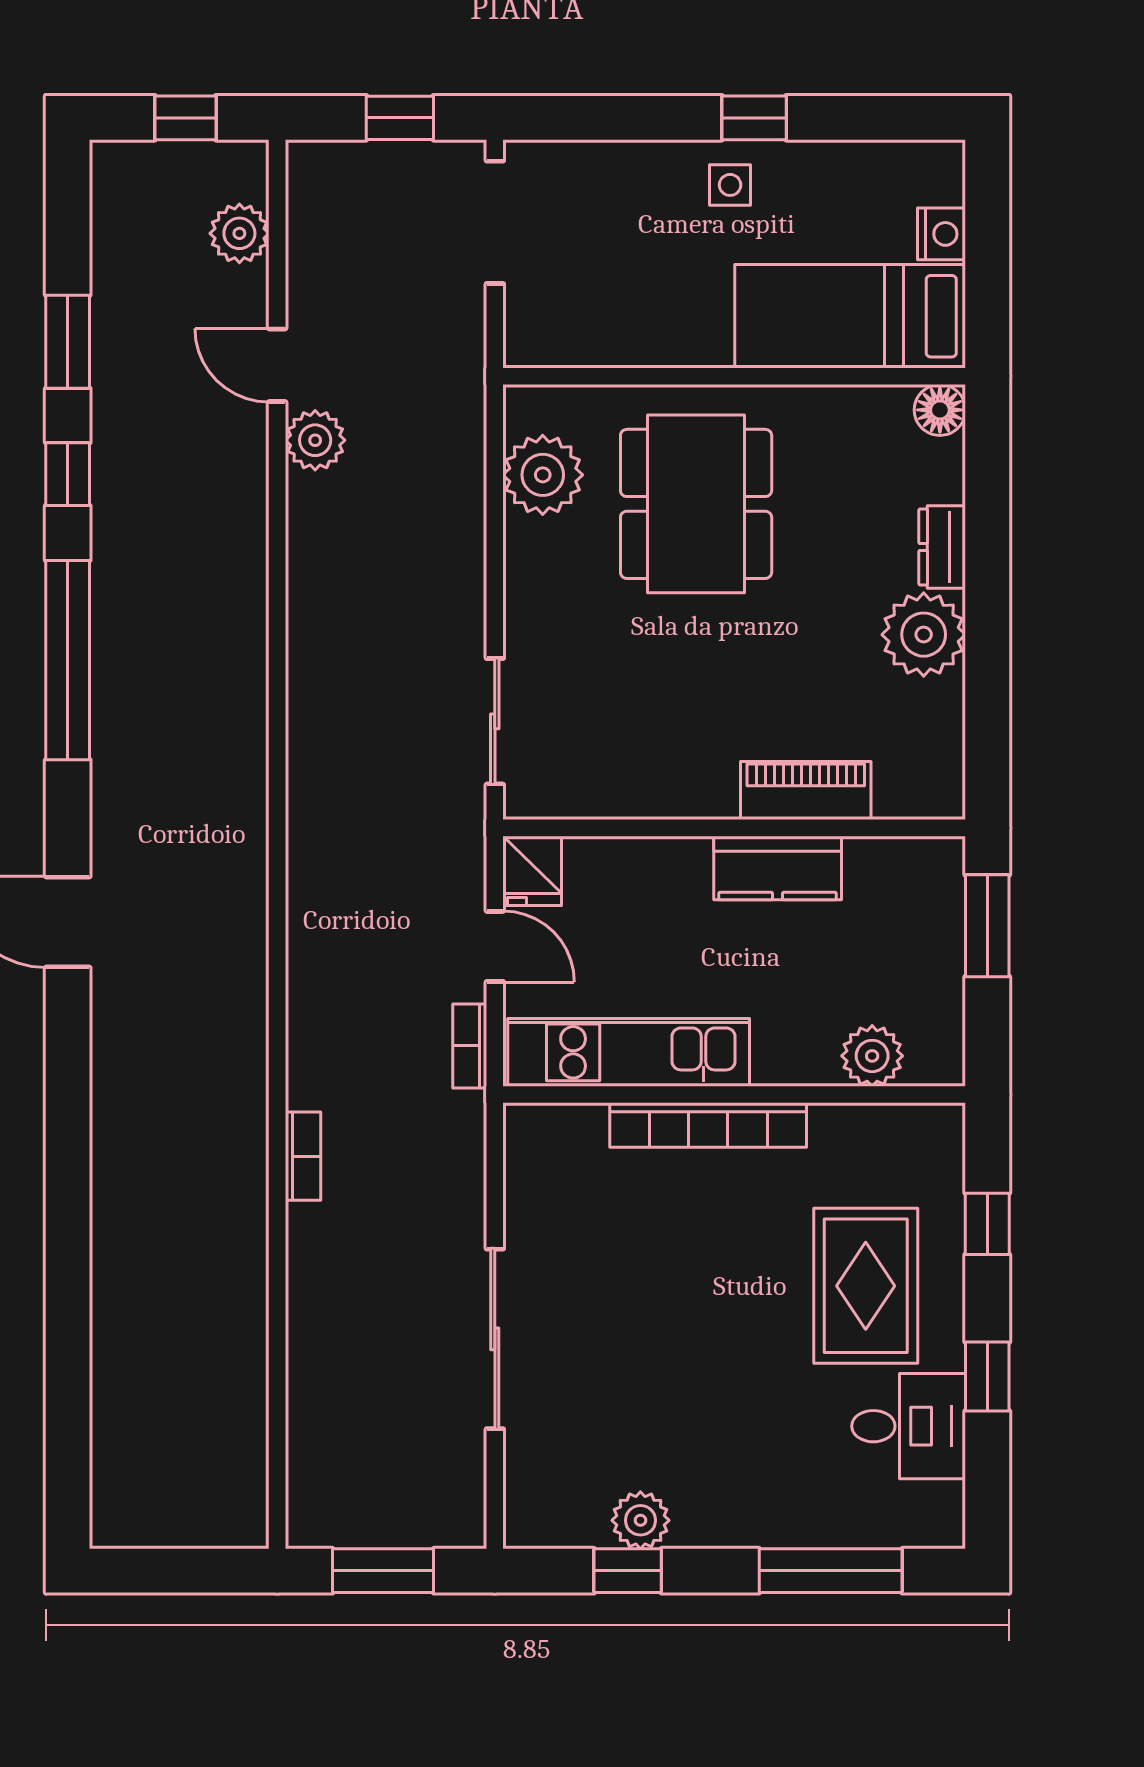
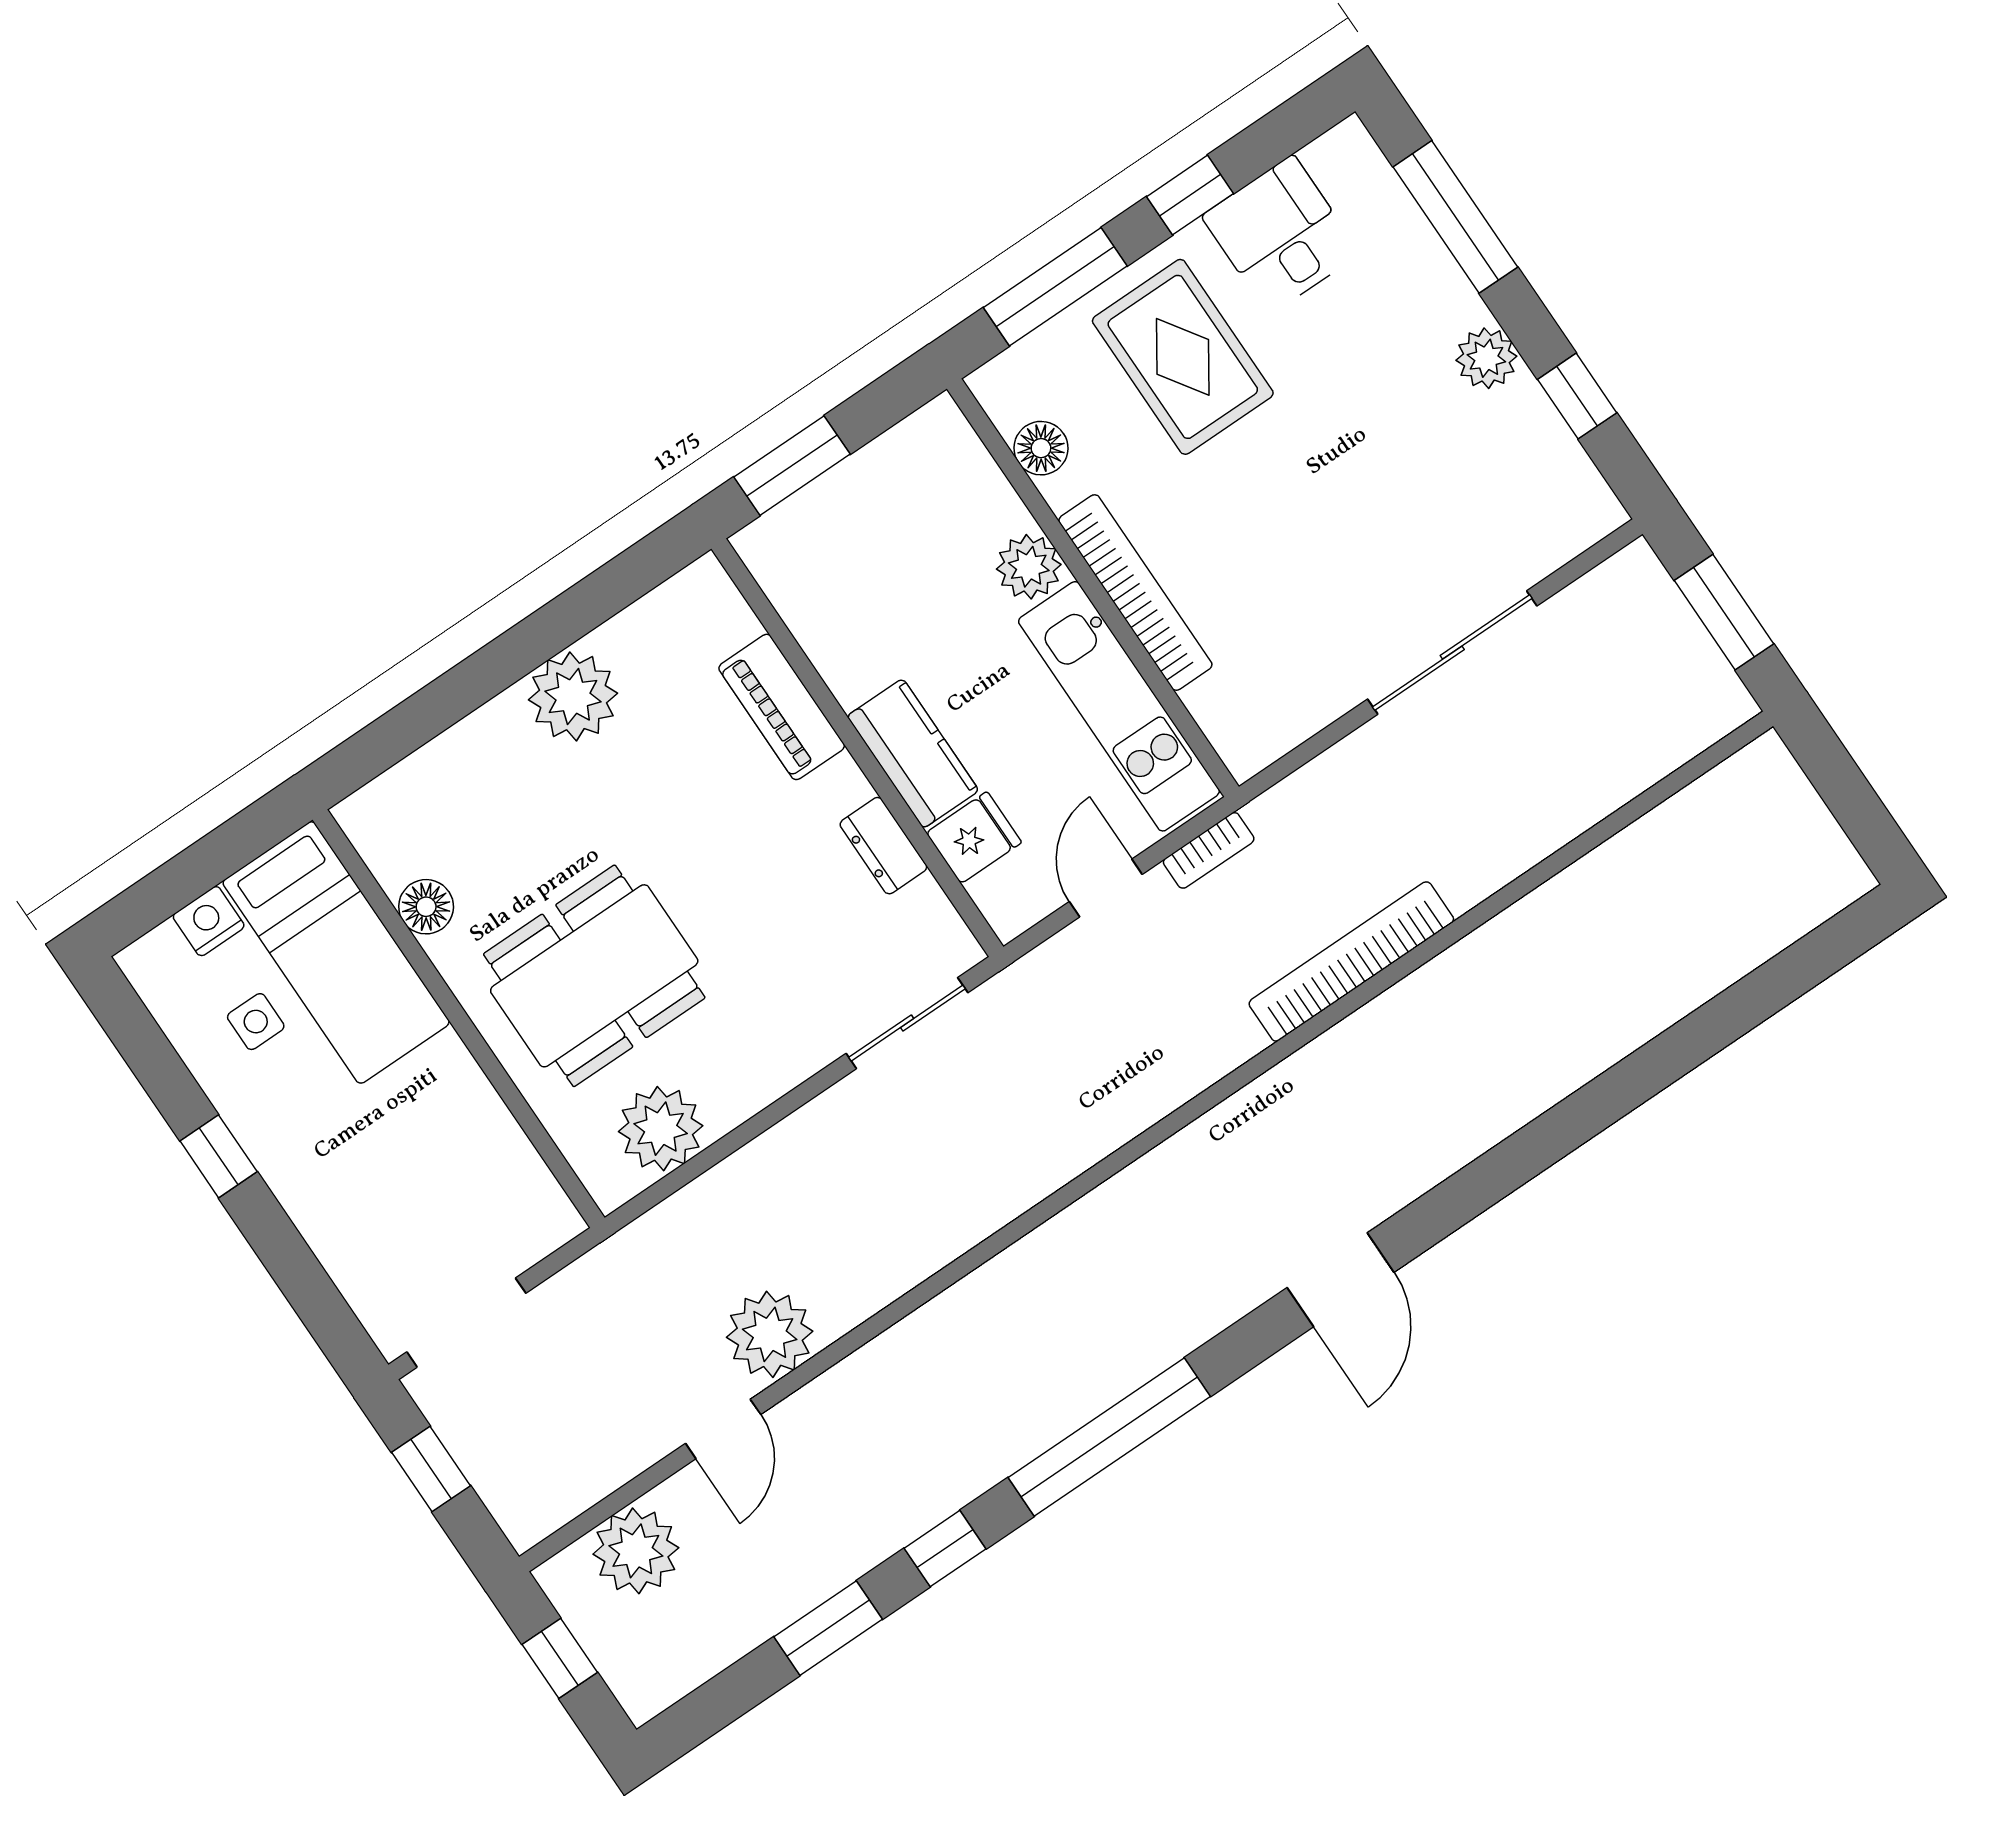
side table: (730, 185) -> (256, 1022), moved
plant: (239, 233) -> (636, 1551), width x1.36, depth x1.36
floor lamp: (940, 410) -> (426, 907), moved
plant: (315, 440) -> (770, 1334), width x1.36, depth x1.36
dresser: (942, 547) -> (883, 846), moved, turned 90
kitchen counter: (778, 868) -> (913, 753), moved
fridge: (532, 871) -> (974, 838), moved
plant: (872, 1056) -> (1029, 567), moved
floor lamp: (870, 1128) -> (1041, 448), added
bookcase: (303, 1156) -> (1351, 962), width x2.31, depth x1.31
window: (987, 1224) -> (1055, 287), width x2.17
rug: (866, 1286) -> (1183, 357), turned 90
plant: (640, 1520) -> (1486, 358), moved

